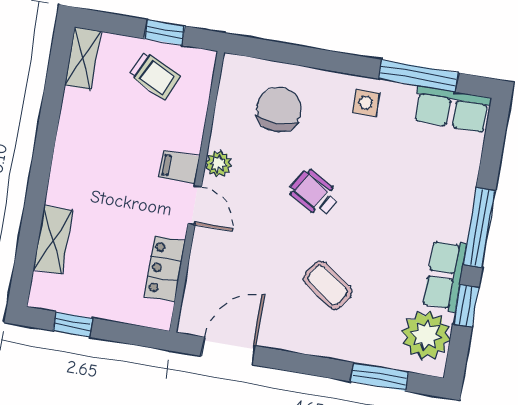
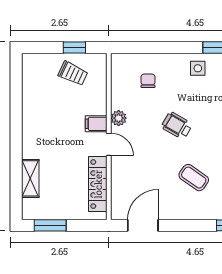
shelving: (83, 58) -> (30, 70), removed
chair: (279, 110) -> (148, 81), width x0.54, depth x0.54
locker: (165, 269) -> (98, 184), width x1.53
window: (73, 324) -> (50, 225), width x1.50

